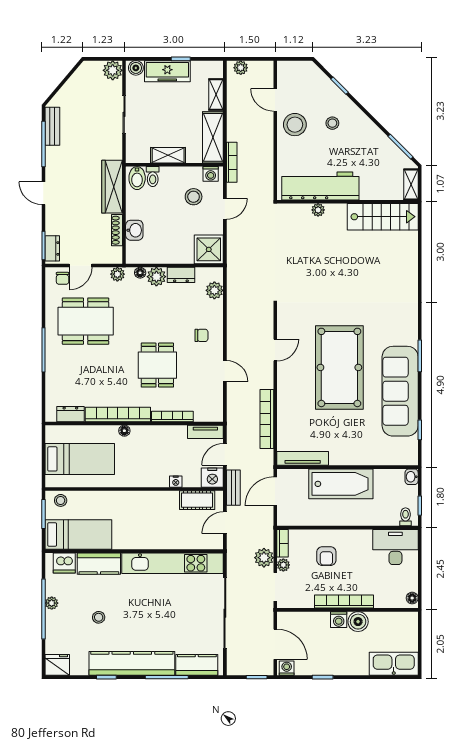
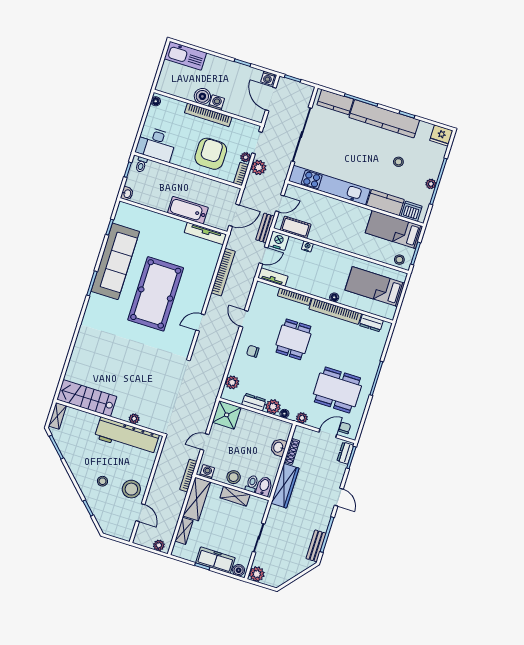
stool: (194, 197) -> (234, 477), moved
bathtub: (341, 484) -> (188, 210), width x0.73, depth x0.73
armchair: (326, 556) -> (211, 154), width x1.88, depth x1.88

